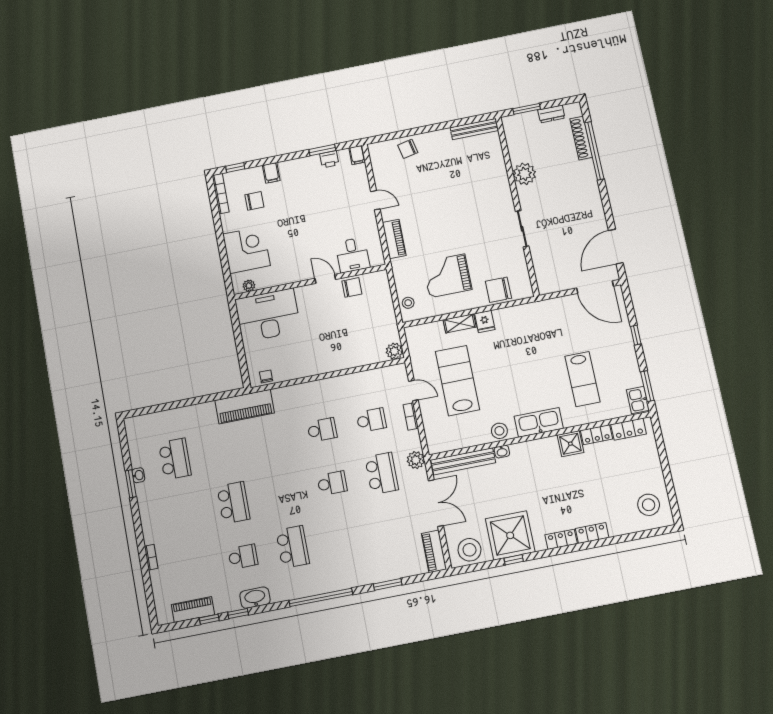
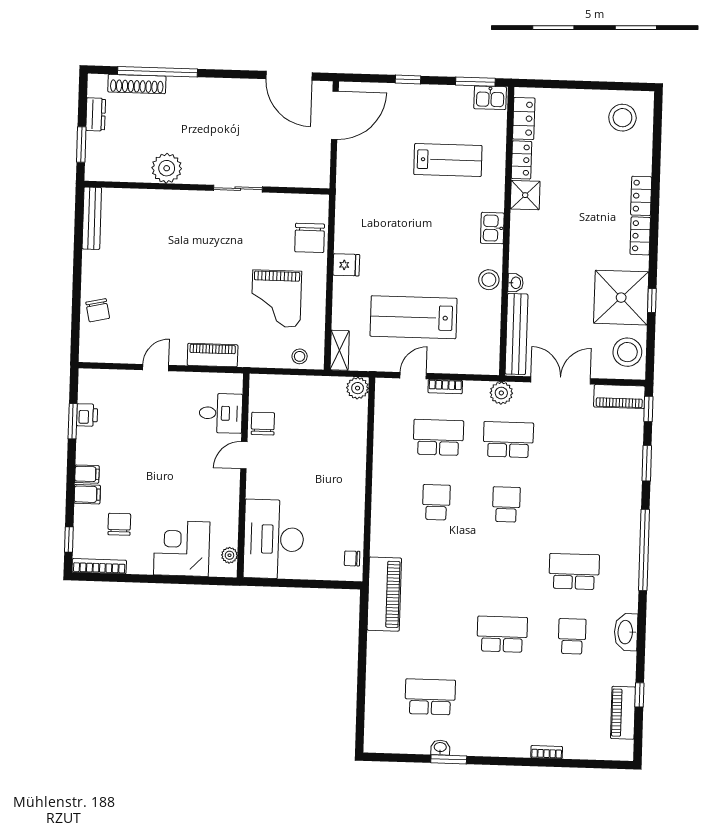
filing cabinet: (357, 155) -> (87, 474), moved
shelving: (460, 323) -> (340, 350), moved
school desk: (371, 420) -> (438, 437), width x1.85
kitchen sink: (539, 422) -> (492, 228), width x0.53, depth x0.81
window: (238, 614) -> (648, 409), moved

